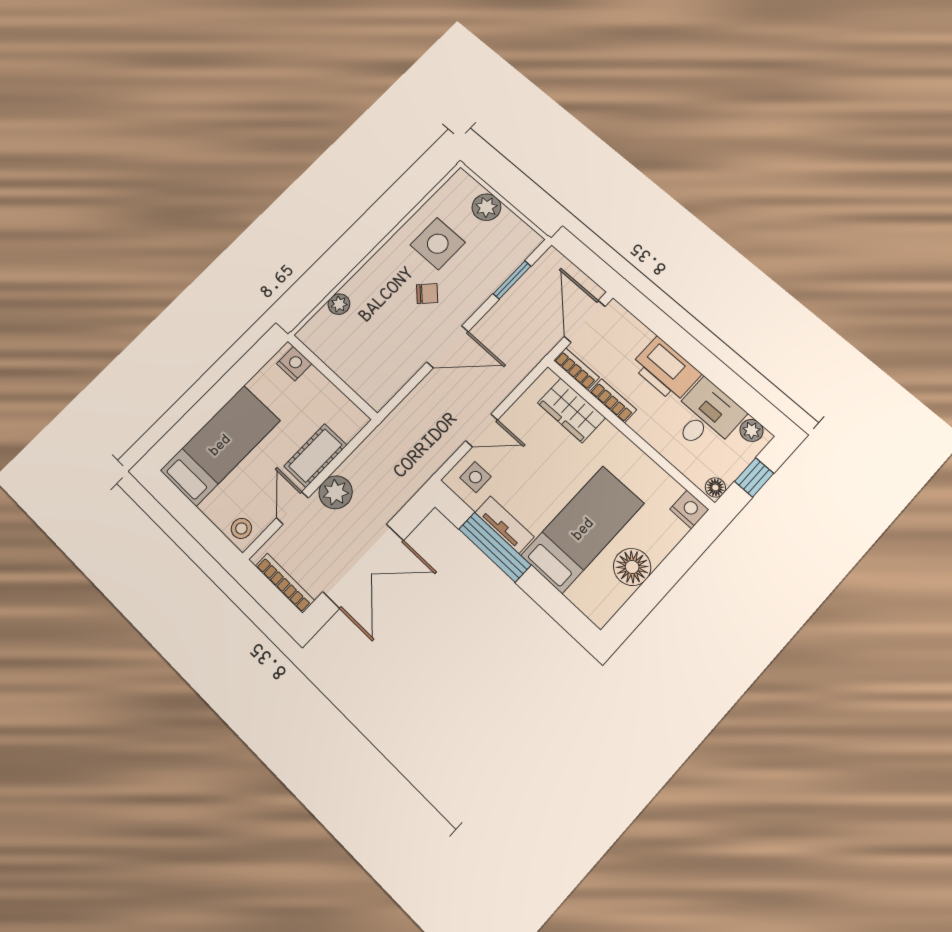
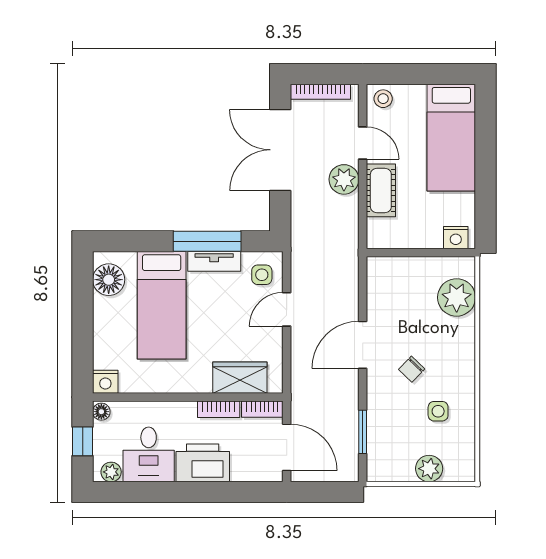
side table: (438, 244) -> (438, 411), width x0.54, depth x0.54
plant: (339, 304) -> (457, 297), width x1.87, depth x1.87
floor lamp: (632, 567) -> (109, 280), moved

